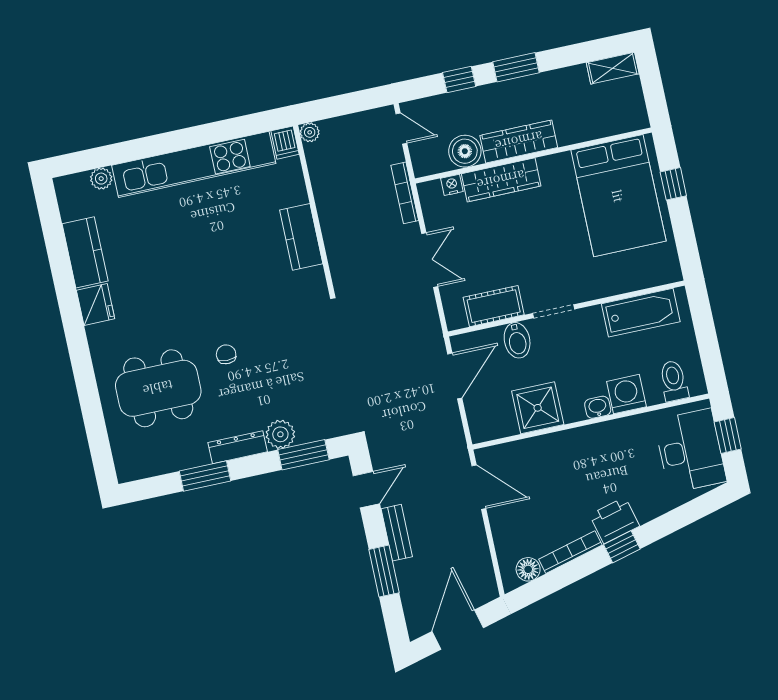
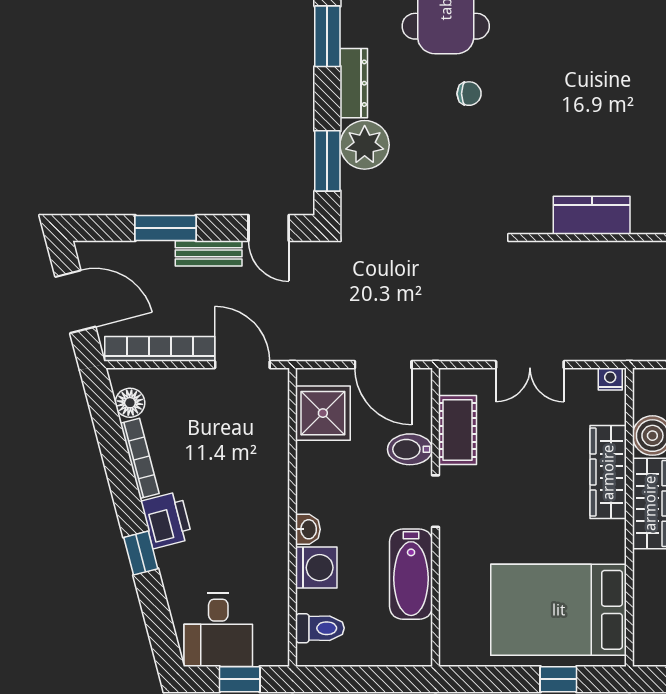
nightstand: (452, 185) -> (610, 379), moved, turned -90
bookcase: (405, 193) -> (160, 349), moved, width x1.48, depth x1.31
bathtub: (641, 313) -> (411, 574), moved
shower: (538, 408) -> (323, 413), moved
plant: (280, 434) -> (365, 145), width x1.36, depth x1.36
desk: (690, 451) -> (218, 630), width x0.73
door: (479, 487) -> (242, 365), swing flipped
window: (622, 547) -> (141, 553), moved

